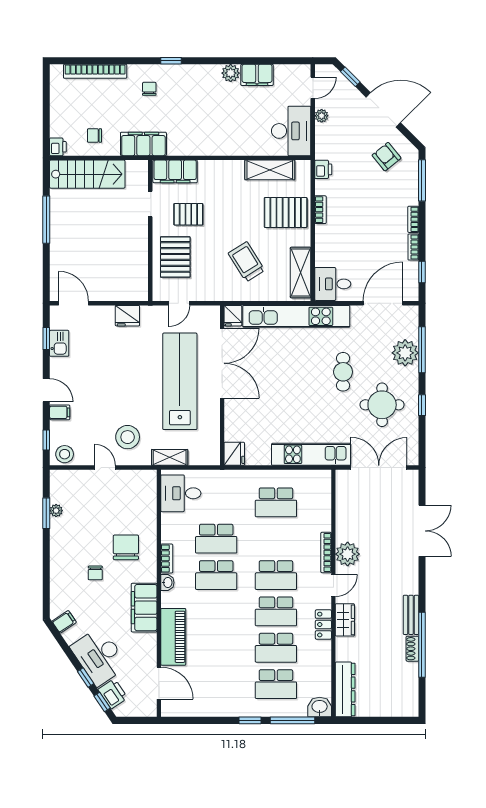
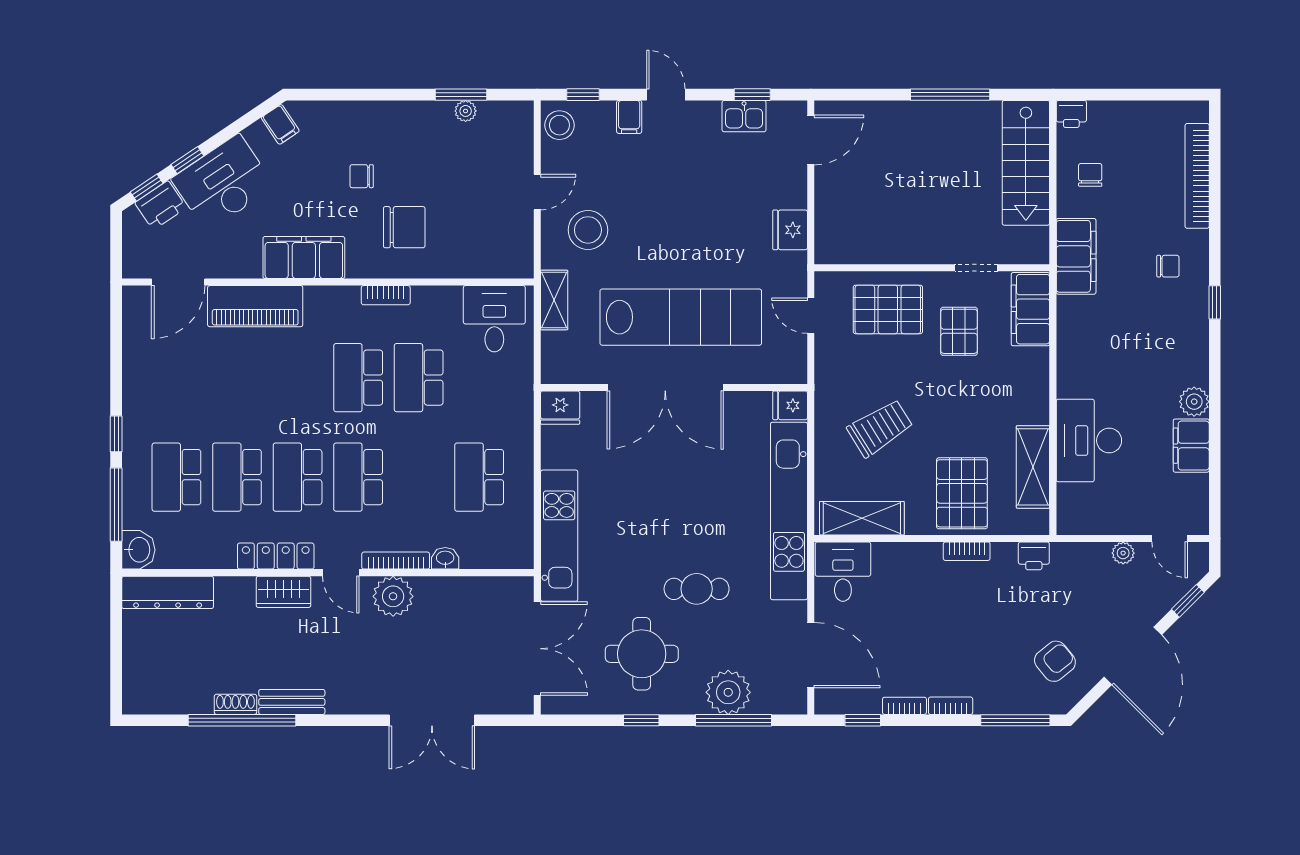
desk: (291, 131) -> (1089, 441), moved, turned 90
double door: (222, 363) -> (665, 387), moved
door: (46, 390) -> (666, 95), swing flipped
washbasin: (167, 583) -> (445, 558), moved, turned 180
locker: (323, 625) -> (276, 556), width x1.53

